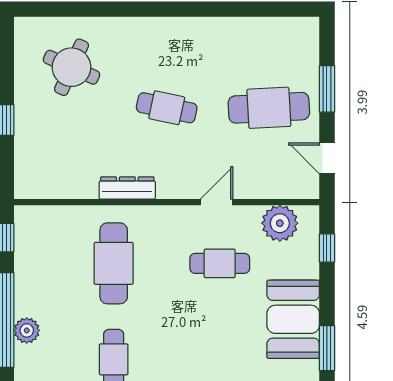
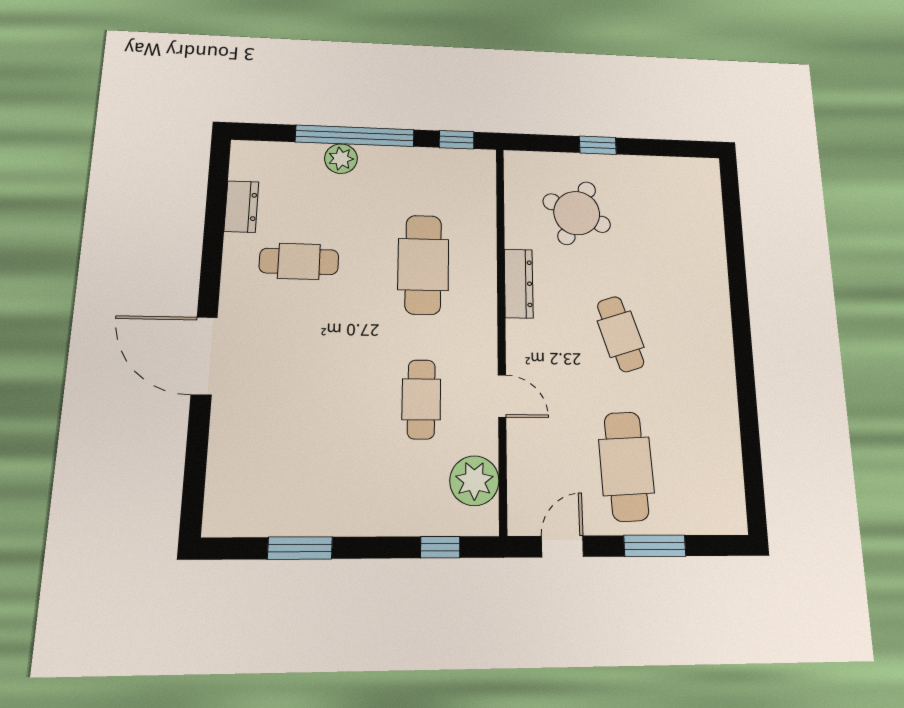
round table: (72, 67) -> (577, 213), moved
cafe table: (167, 108) -> (621, 334), turned -30
cafe table: (114, 263) -> (423, 264), turned 90
booth: (293, 319) -> (343, 499), removed

